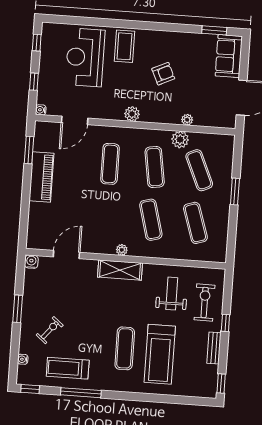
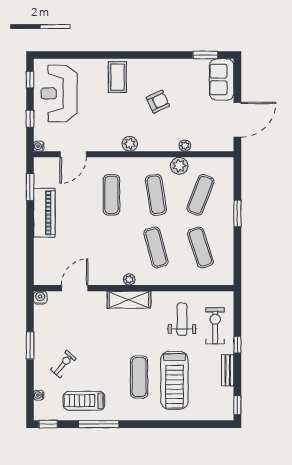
reception desk: (85, 57) -> (59, 93), moved
exercise mat: (199, 170) -> (200, 195), turned 45

